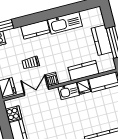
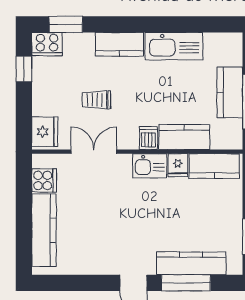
dishwasher: (52, 79) -> (148, 138), moved

